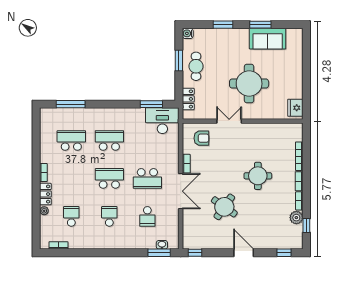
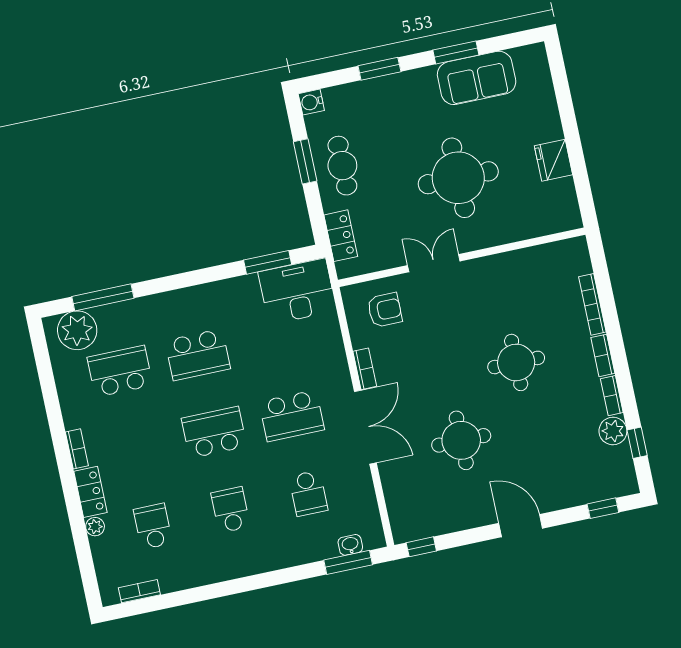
fridge: (295, 108) -> (553, 160), moved
plant: (55, 117) -> (77, 330), added
school desk: (109, 140) -> (198, 355), turned 180
round table: (224, 207) -> (461, 440), turned -35

